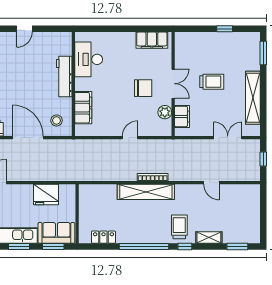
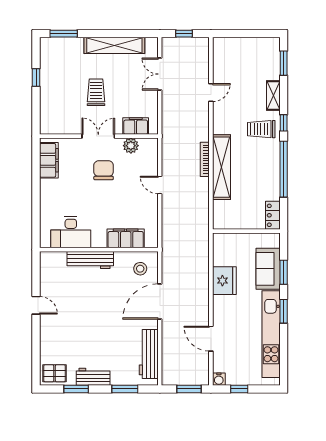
wall: (77, 214) -> (246, 231), moved

